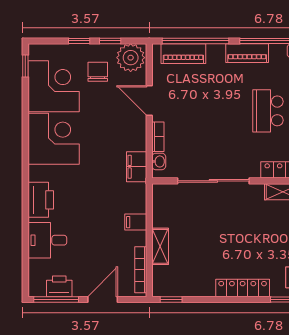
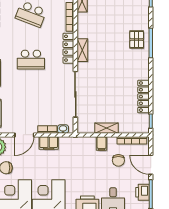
filing cabinet: (137, 167) -> (49, 143), moved
shelving: (160, 246) -> (106, 128), moved
chair: (109, 249) -> (118, 160), added
locker: (243, 288) -> (143, 97), moved

